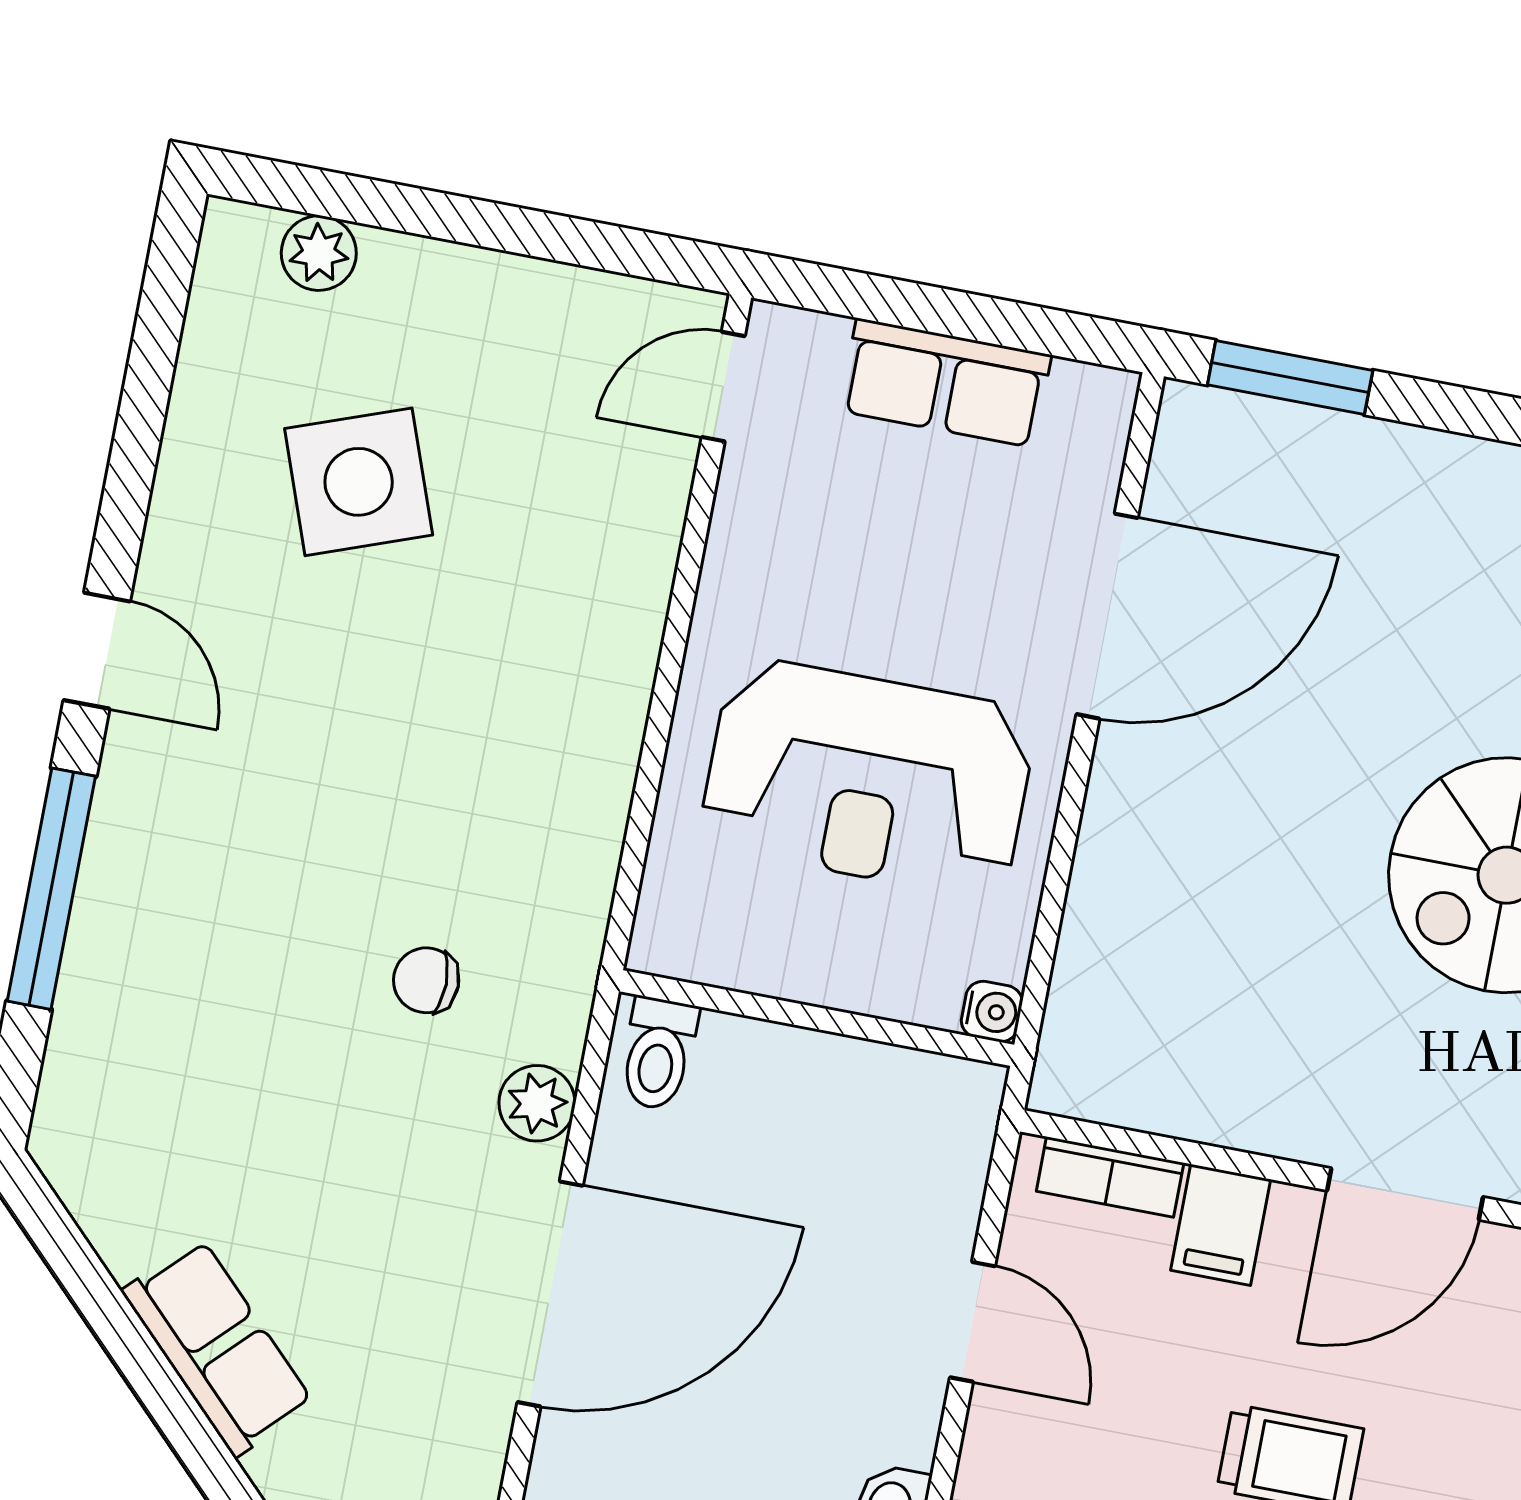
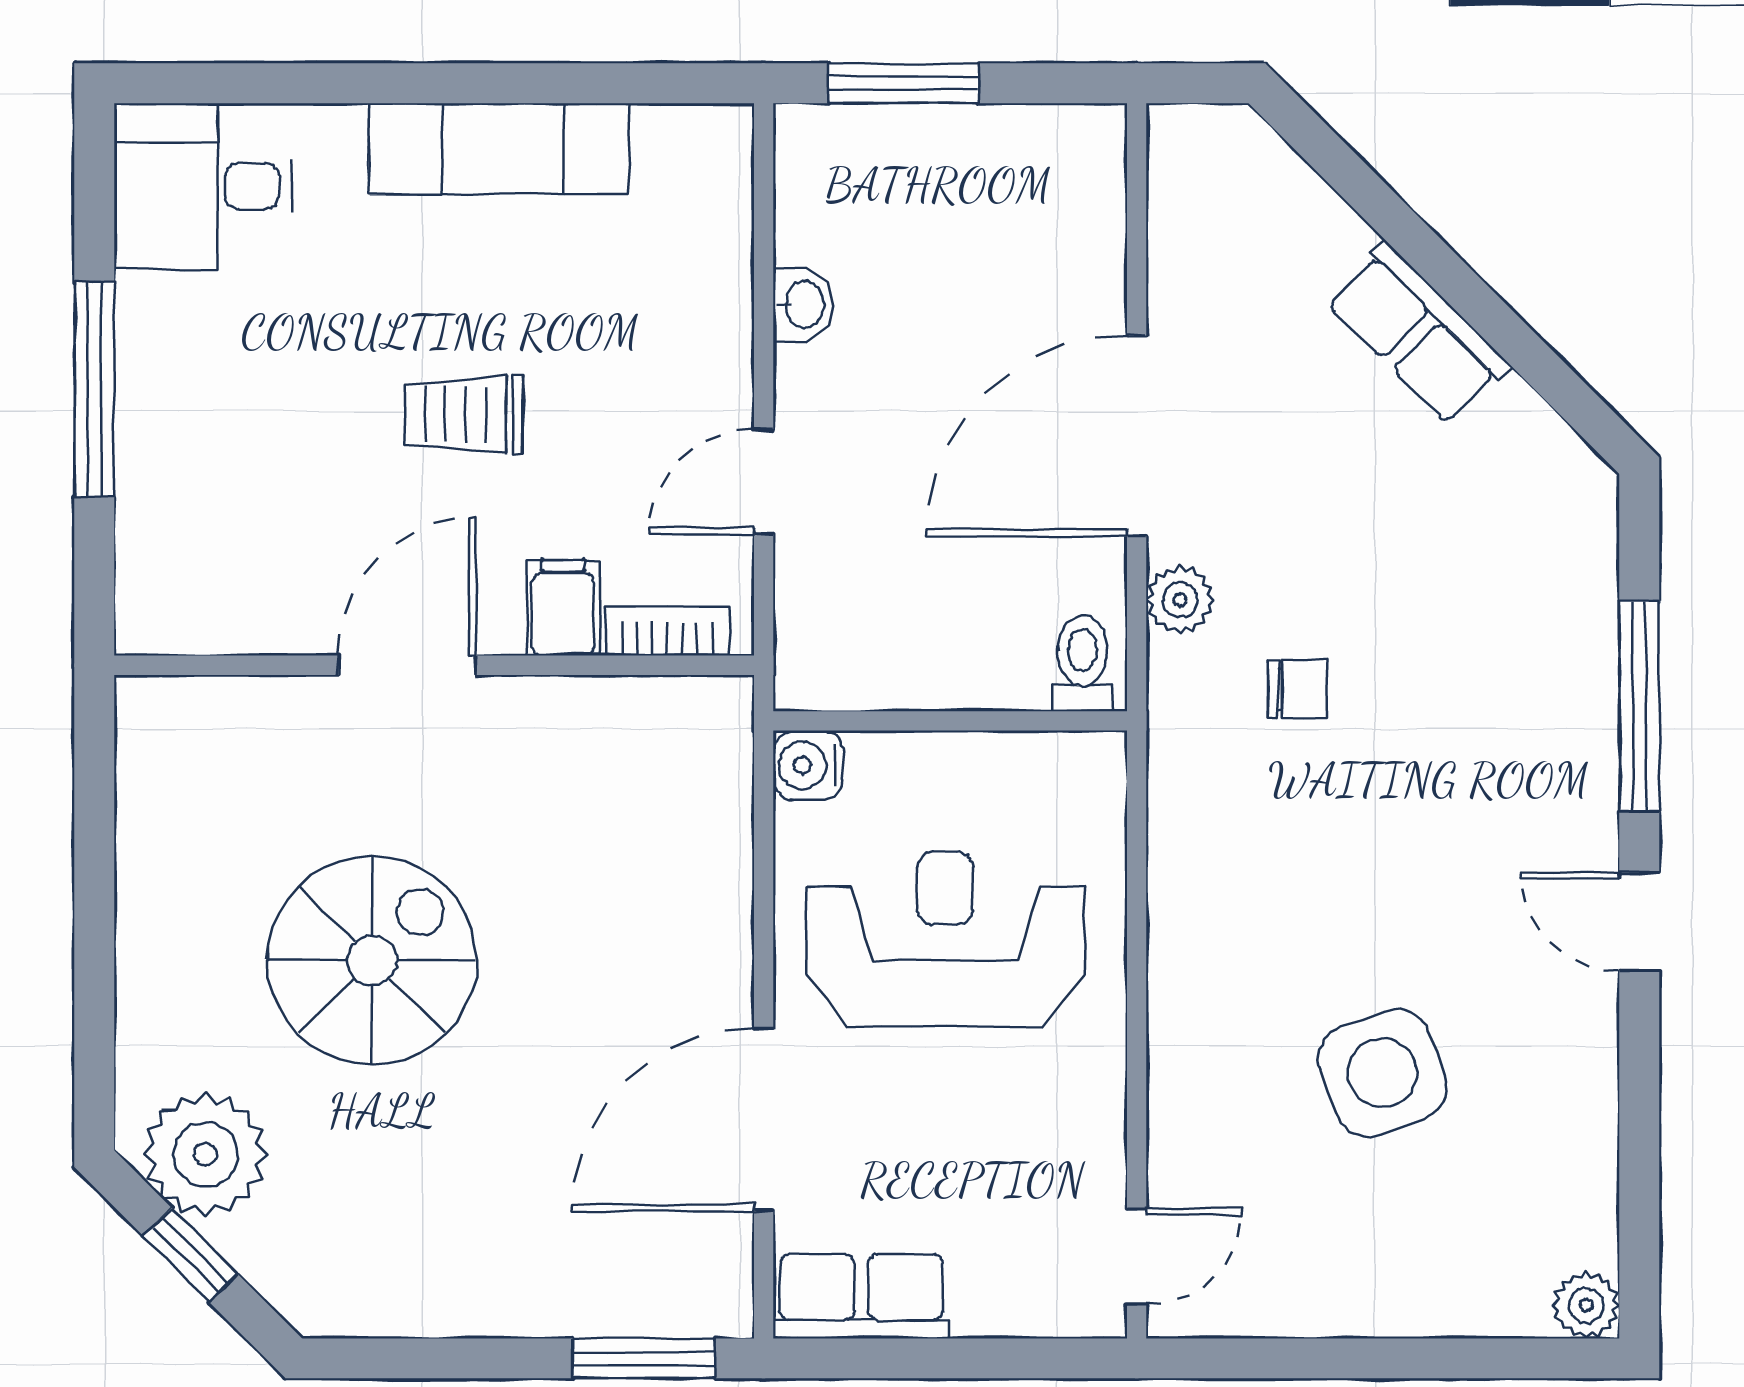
plant: (319, 253) -> (1586, 1305), moved
row of seats: (945, 383) -> (861, 1296), moved
side table: (359, 482) -> (1382, 1073), moved
water cooler: (992, 1012) -> (808, 765), width x1.38, depth x1.38
door: (973, 1322) -> (764, 482), hinge flipped

